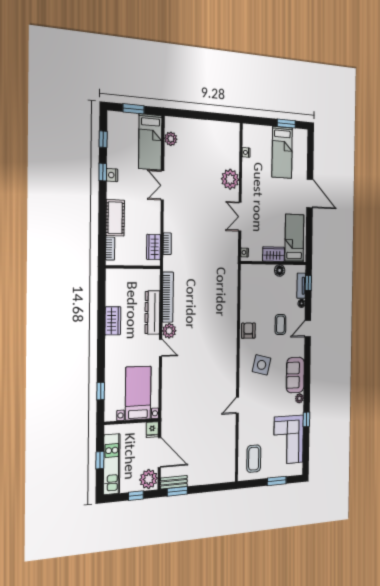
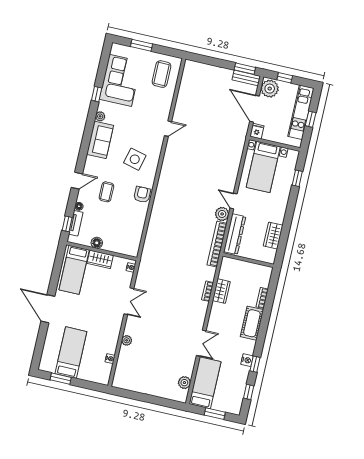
plant: (230, 179) -> (127, 340), width x0.53, depth x0.53
wall: (133, 267) -> (248, 260), moved
armchair: (248, 331) -> (142, 195), turned 180

